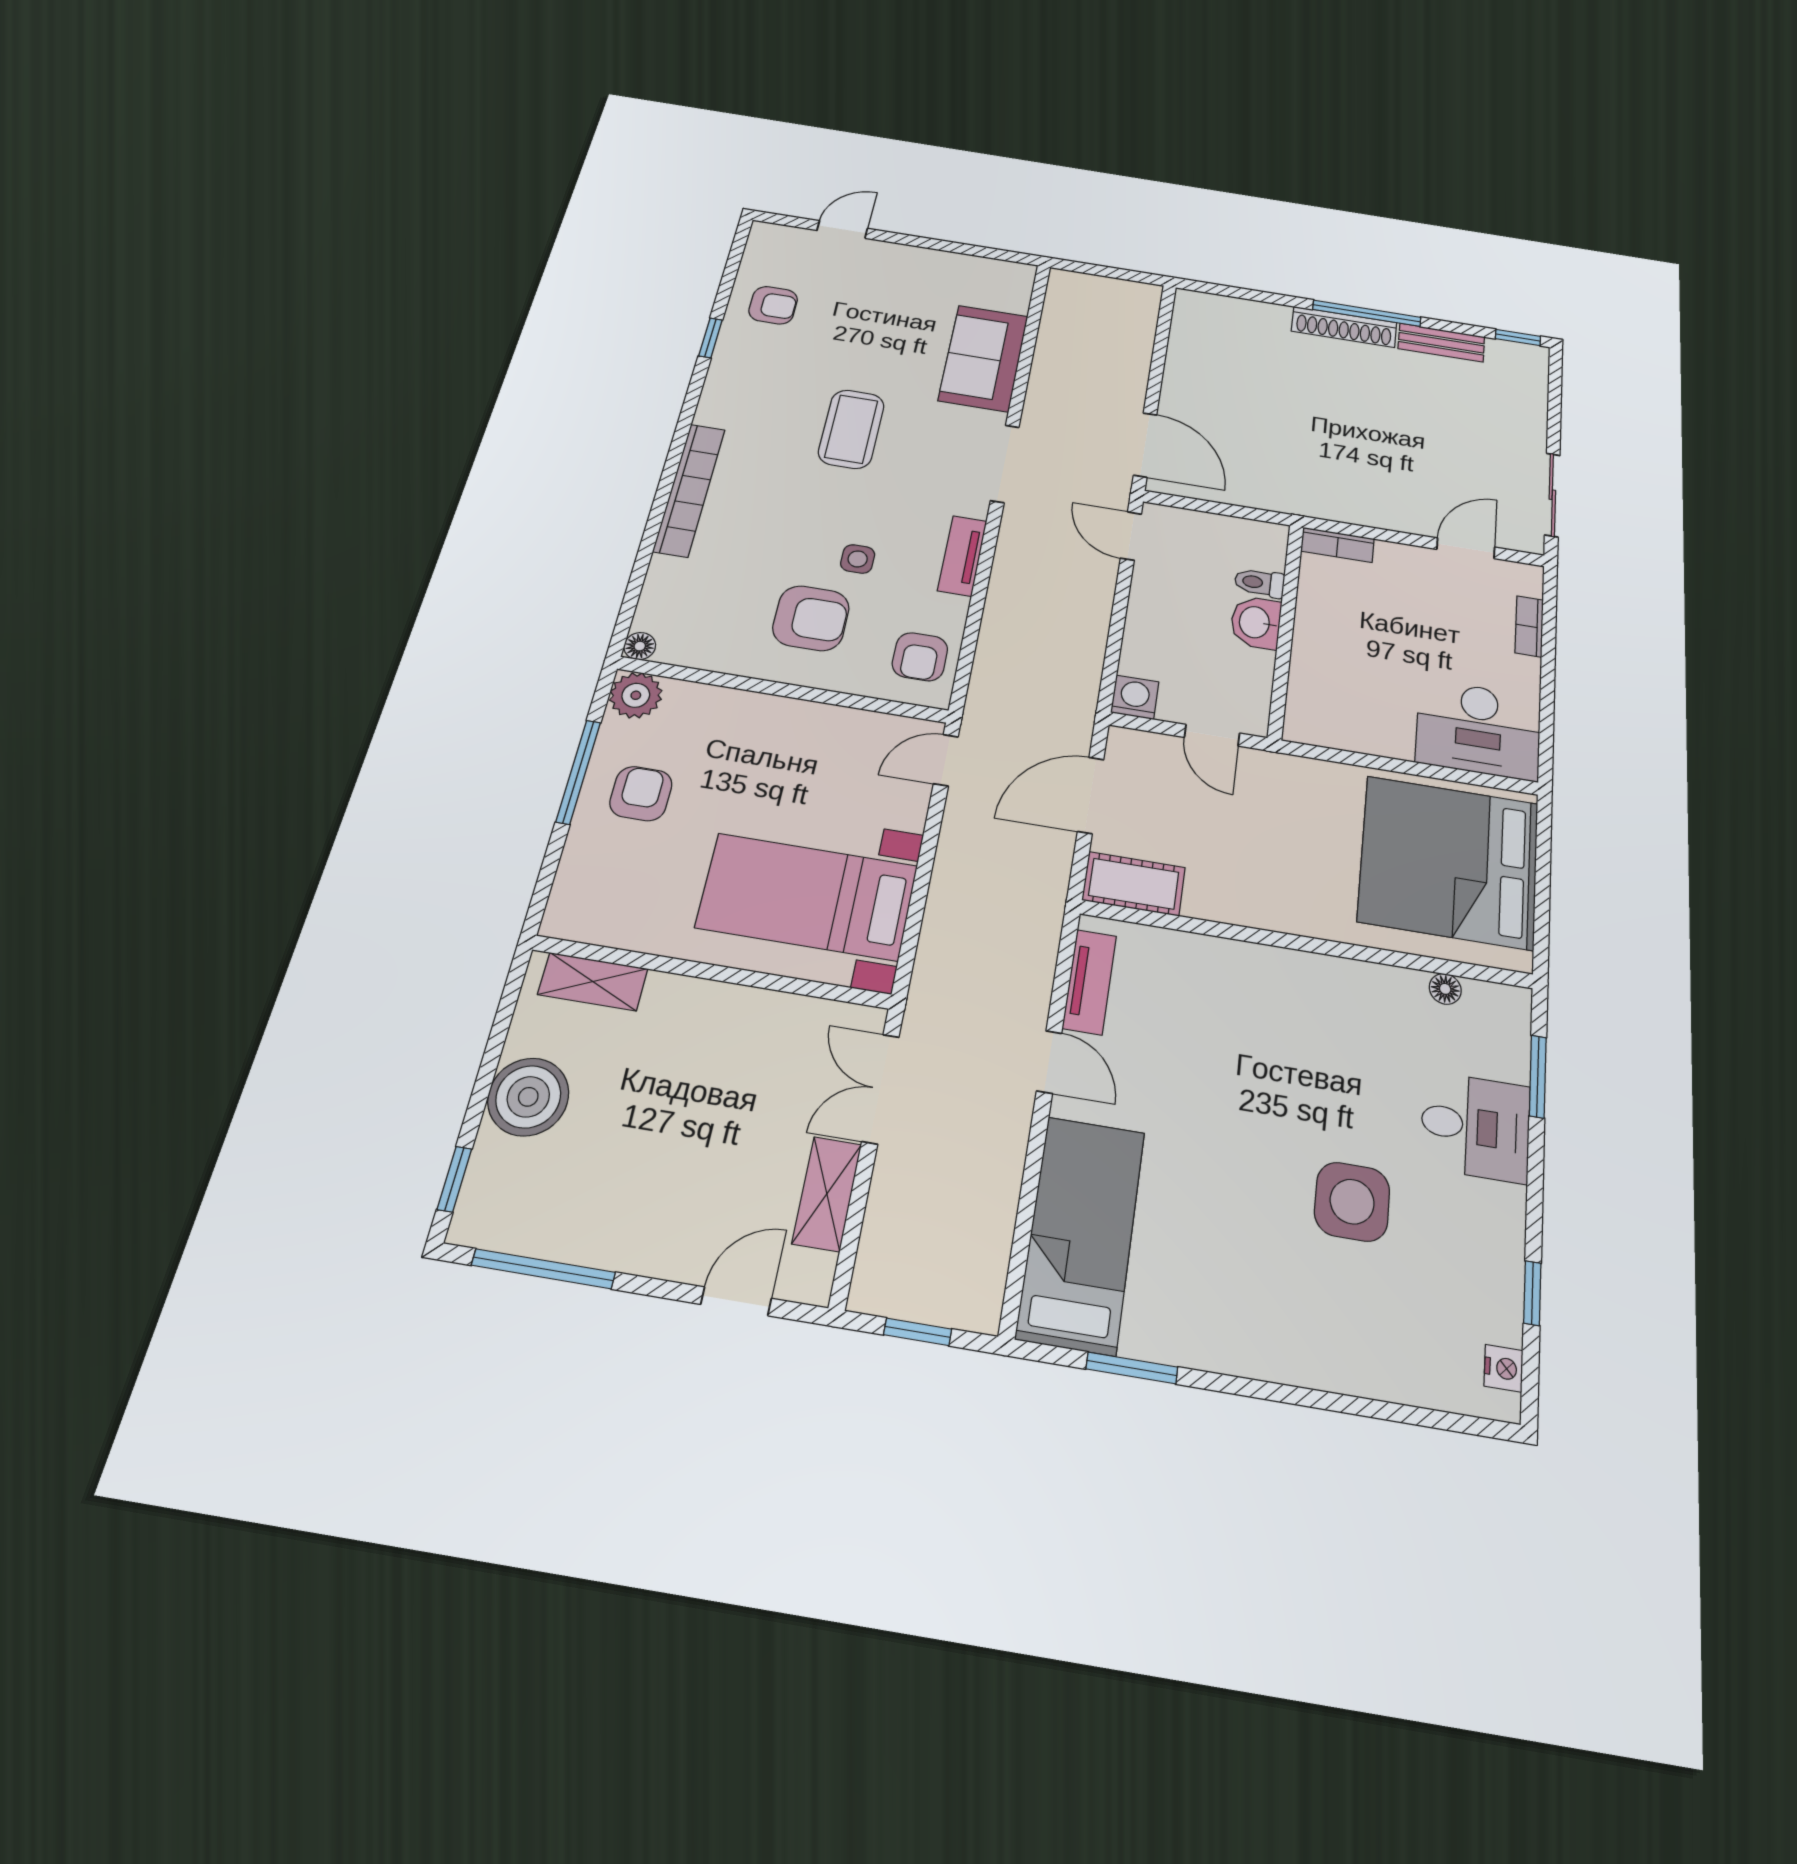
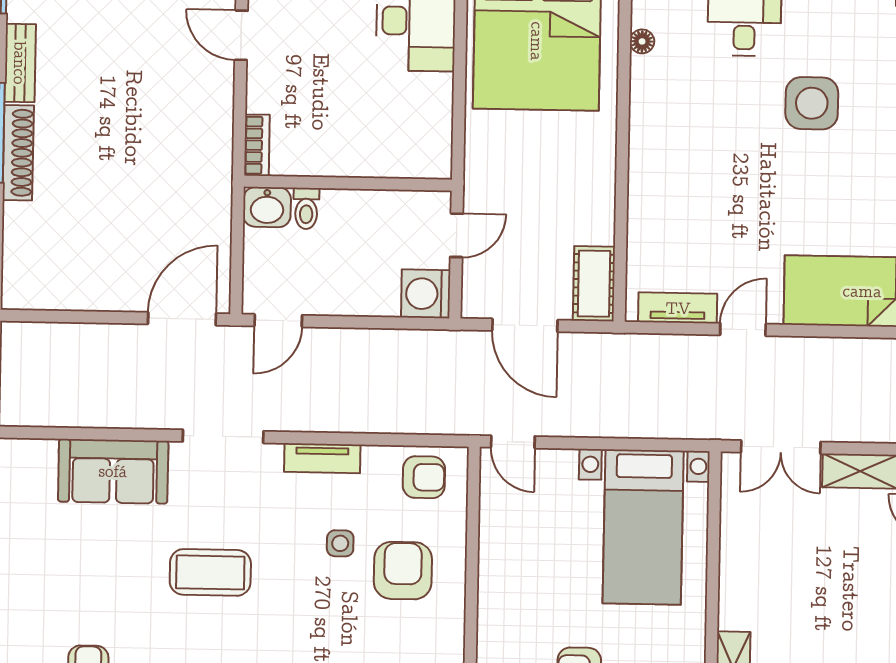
washbasin: (1256, 622) -> (267, 207), moved
washing machine: (1135, 697) -> (426, 294), width x1.38, depth x1.38

